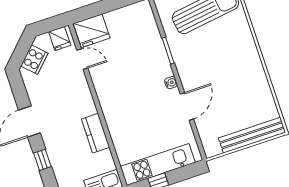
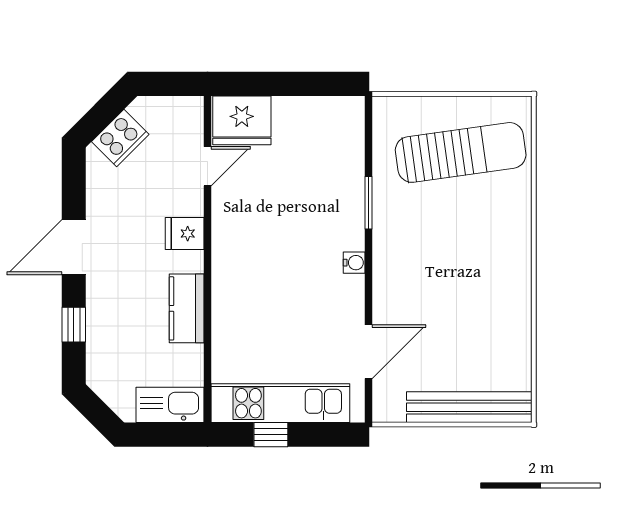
fridge: (60, 39) -> (185, 234), moved, turned 90
door: (82, 59) -> (207, 166), hinge flipped
door: (187, 106) -> (369, 352), moved

